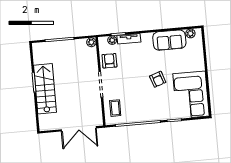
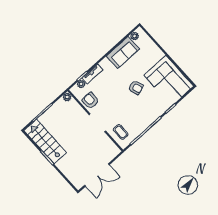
stairs: (45, 89) -> (45, 141), moved
double door: (79, 129) -> (97, 175), moved

